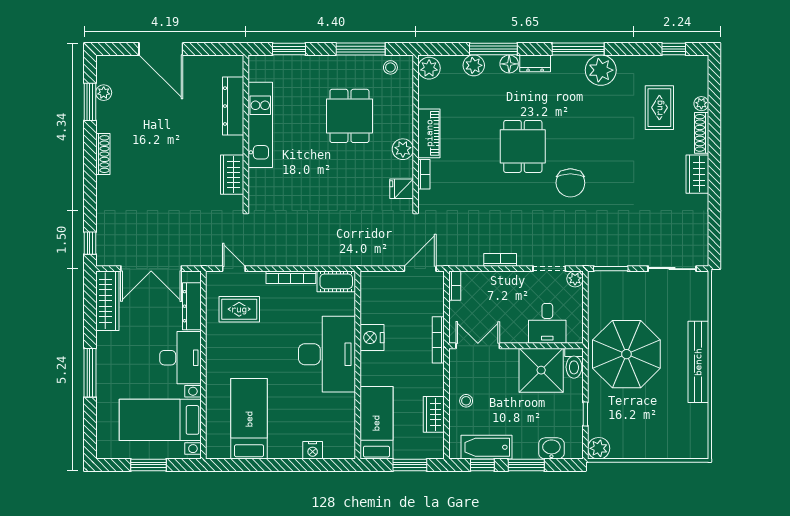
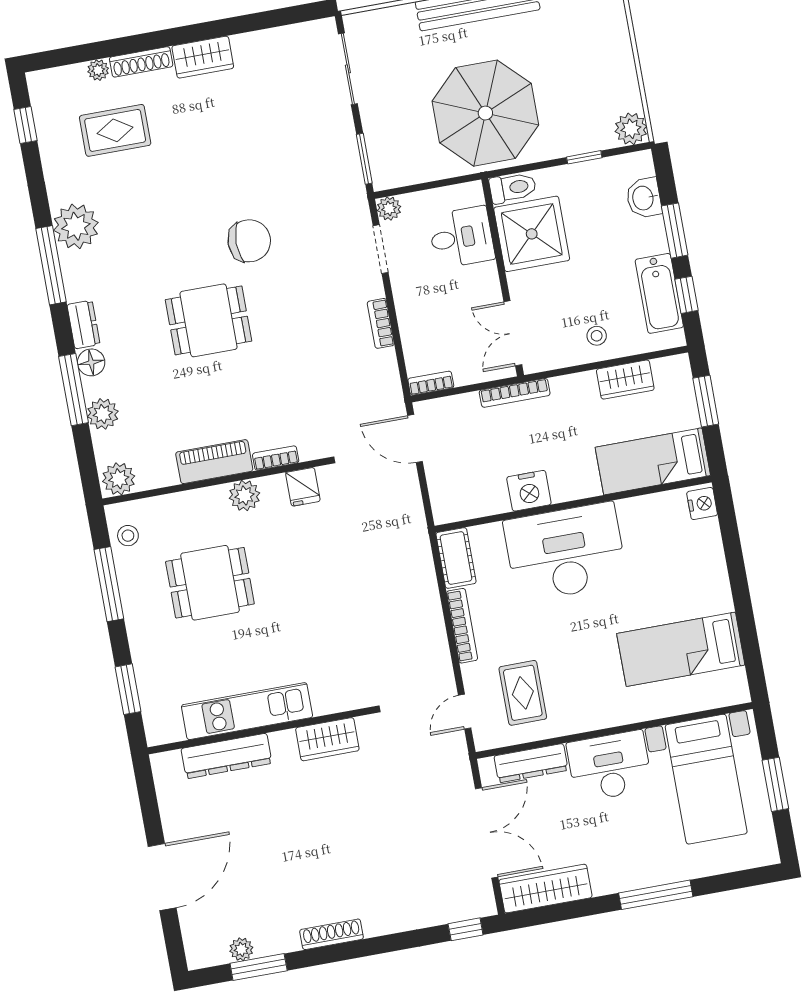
nightstand: (313, 450) -> (702, 504), moved

